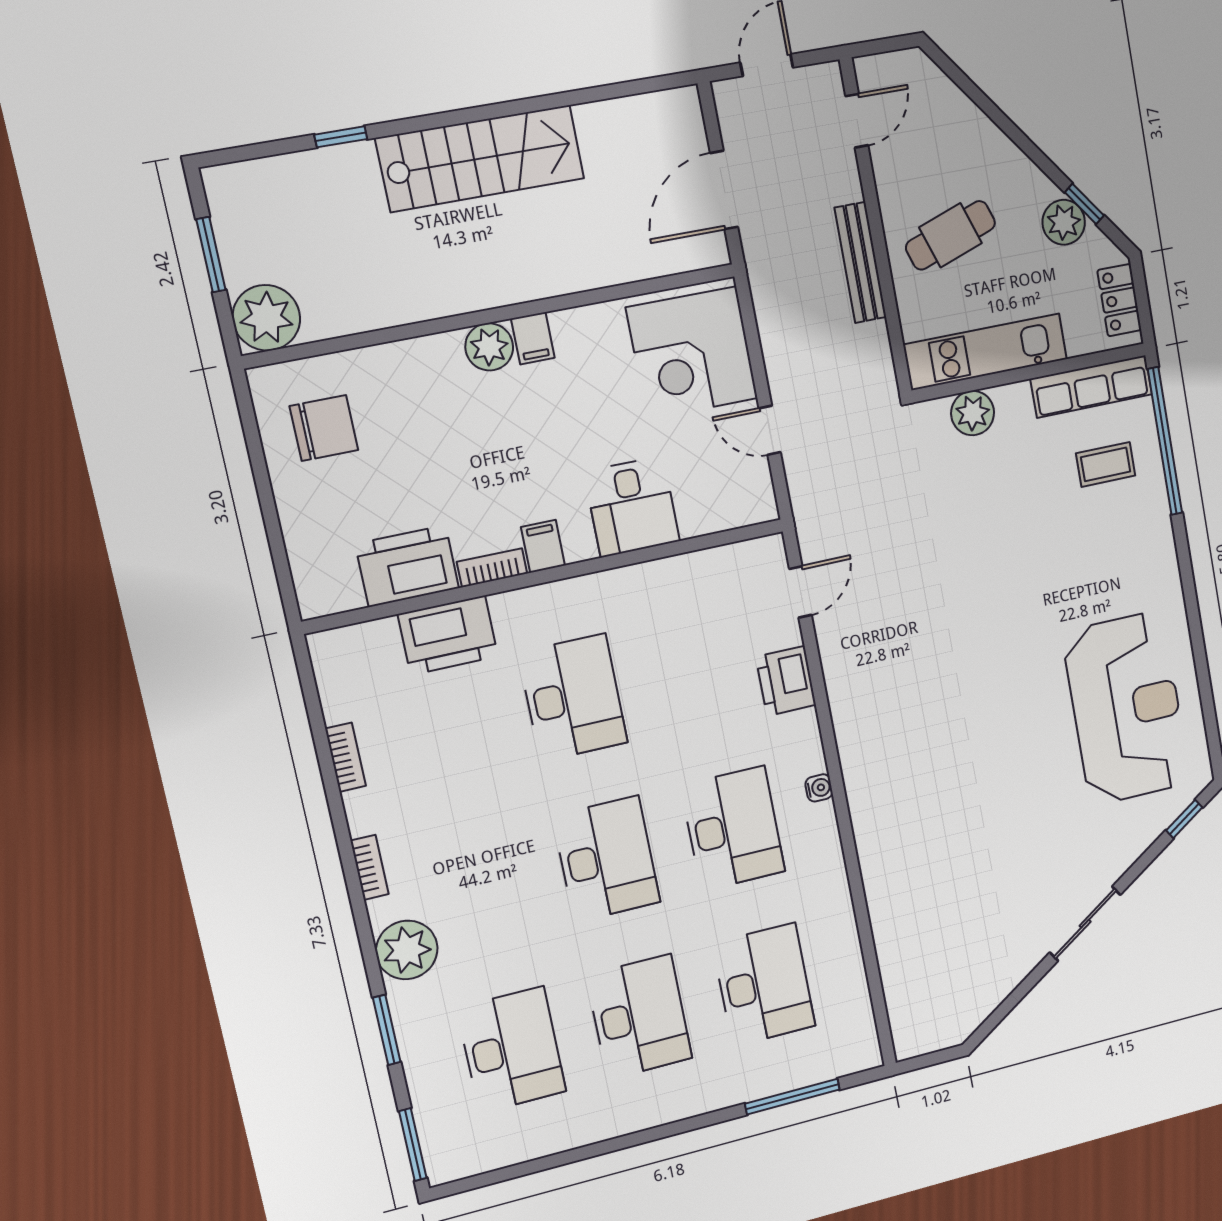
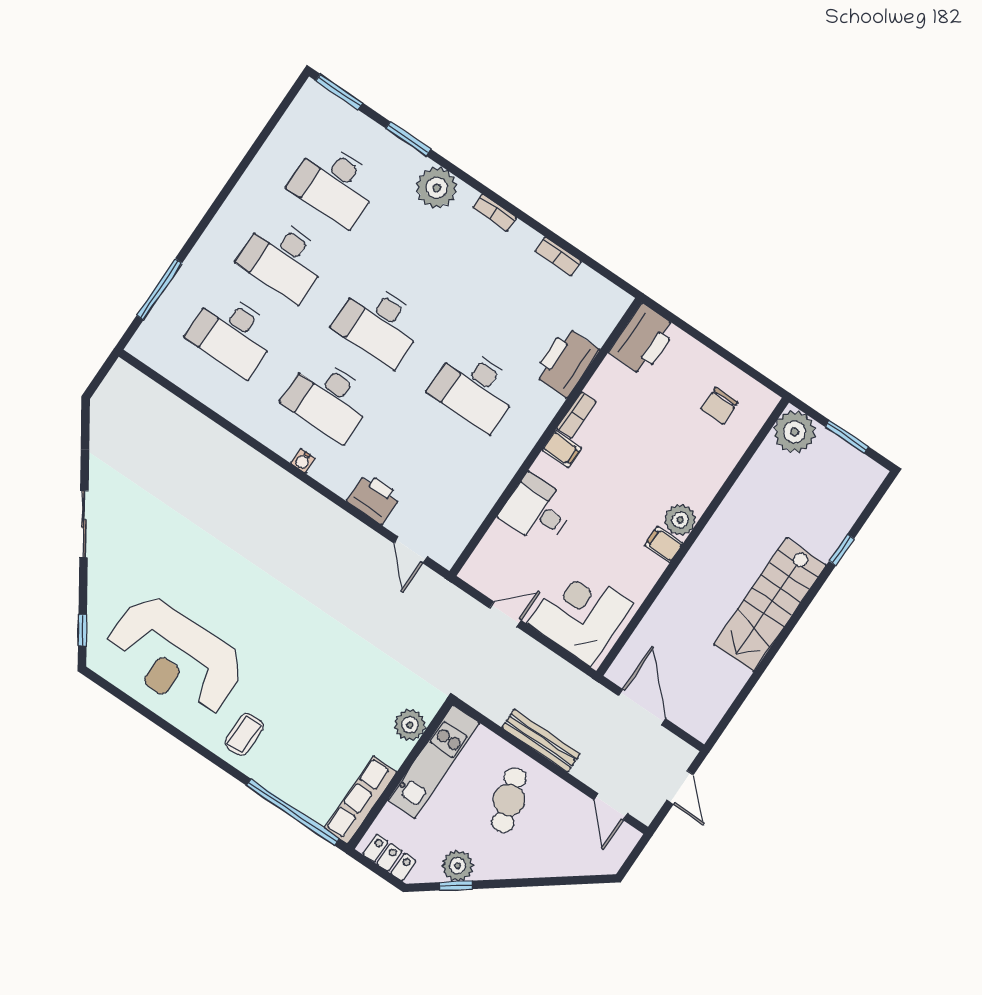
chair: (324, 428) -> (719, 406), width x0.73, depth x0.73
coffee table: (1106, 464) -> (244, 734), moved
printer: (407, 566) -> (643, 340), moved

